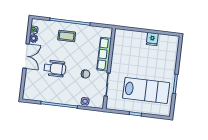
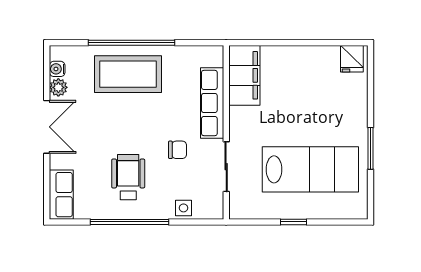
coffee table: (67, 36) -> (128, 74), width x1.86, depth x1.72
fridge: (152, 39) -> (352, 59), moved
filing cabinet: (121, 43) -> (244, 75), added
wheelchair: (55, 68) -> (128, 177), moved, turned -90
row of seats: (29, 88) -> (61, 195), added

